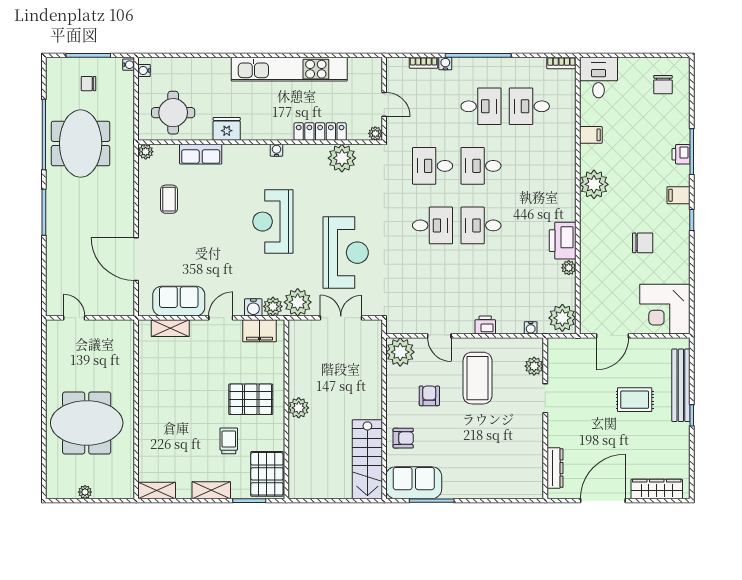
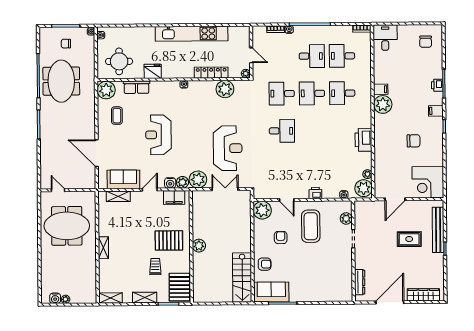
filing cabinet: (591, 135) -> (381, 89), moved
plant: (146, 152) -> (106, 90), width x1.87, depth x1.87
reception desk: (273, 222) -> (158, 135), moved
desk: (481, 225) -> (342, 93), moved
plant: (569, 268) -> (367, 174), moved
shelving: (146, 410) -> (103, 248), added
meeting table: (87, 423) -> (67, 226), moved
water cooler: (68, 490) -> (55, 298), added

